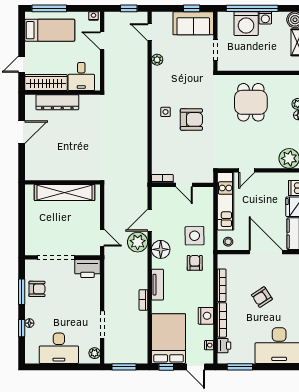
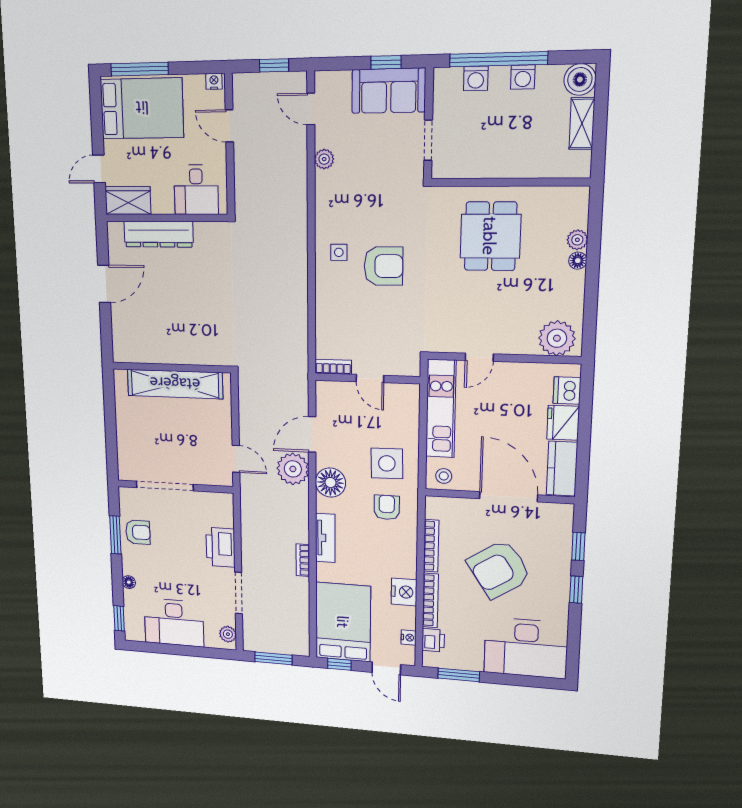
washing machine: (246, 24) -> (476, 78), width x0.53, depth x0.53
bed: (50, 30) -> (142, 108), width x1.50
wardrobe: (46, 83) -> (128, 200), width x0.67
printer: (87, 268) -> (221, 547), moved, turned 90
armchair: (262, 297) -> (499, 569), width x1.88, depth x1.88
window: (22, 328) -> (119, 618), moved

